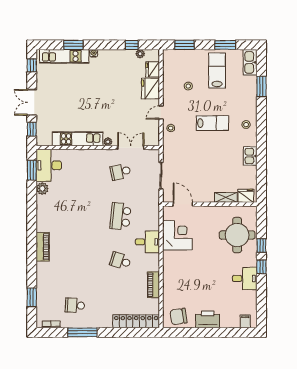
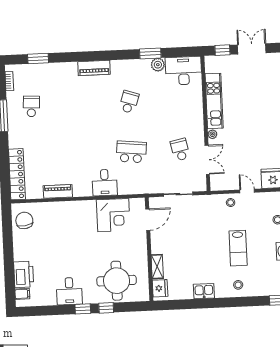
window: (32, 170) -> (150, 53), moved
school desk: (120, 261) -> (129, 102), moved
printer: (208, 319) -> (24, 274), moved

